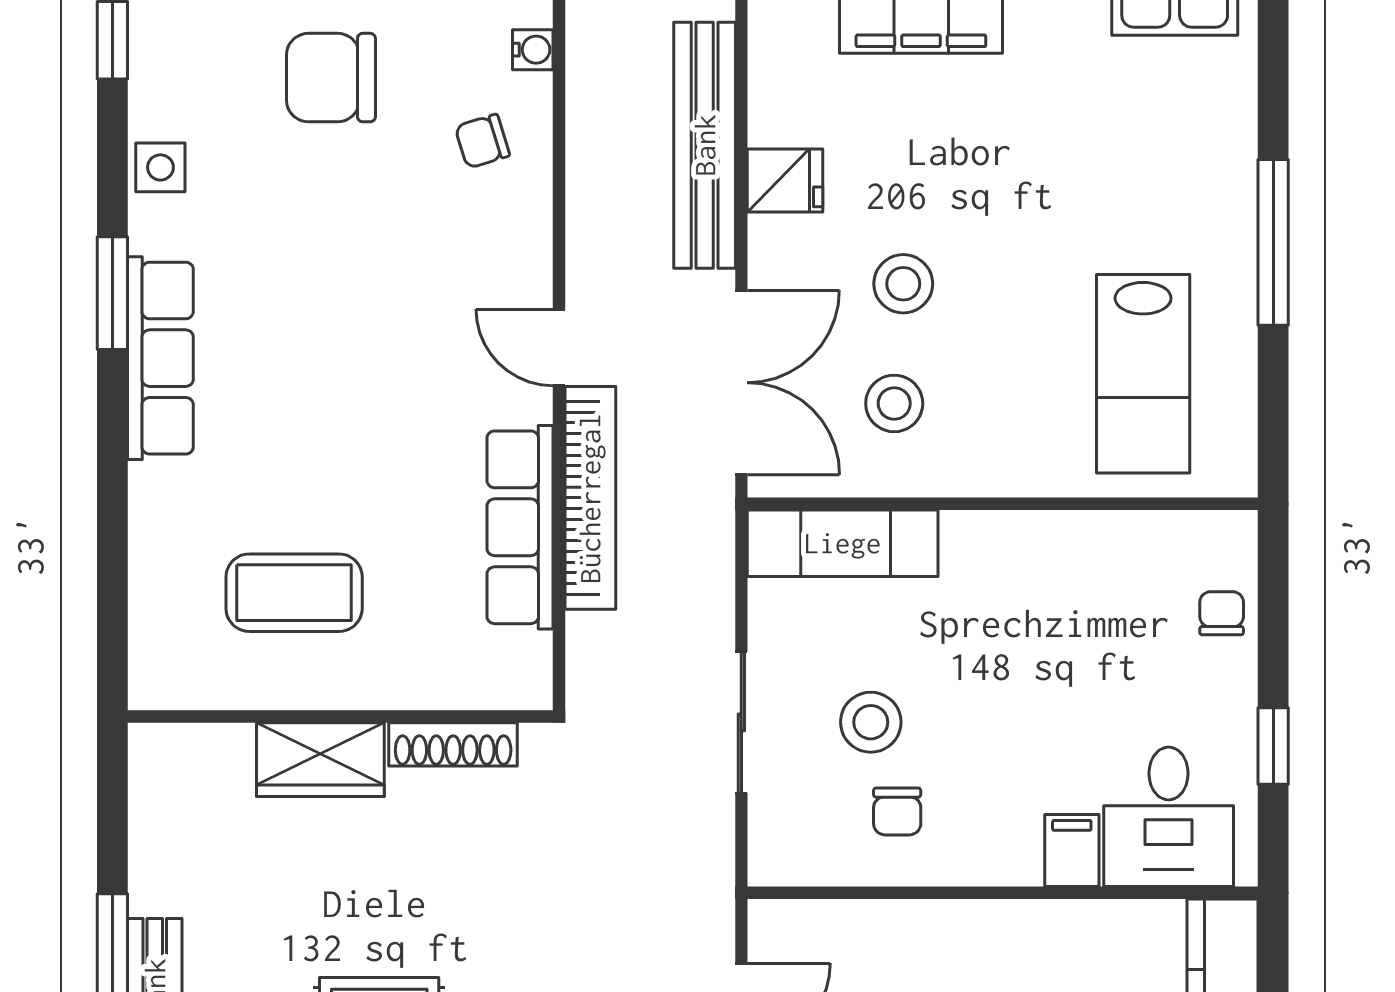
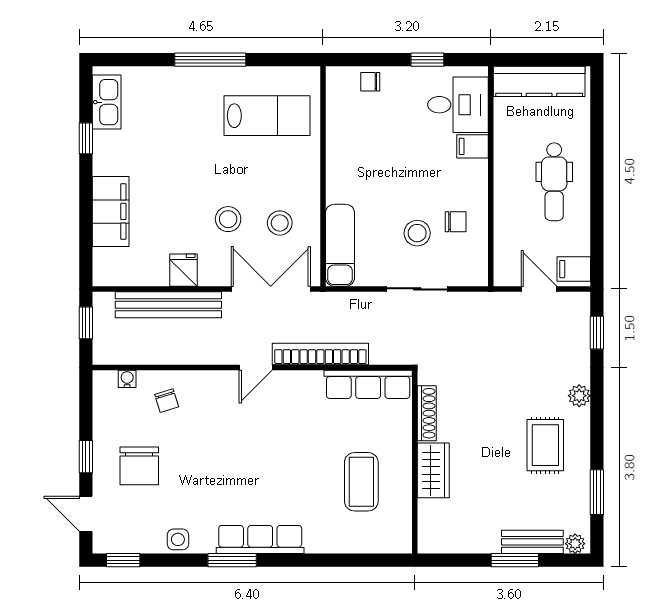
row of seats: (520, 527) -> (368, 384), moved

